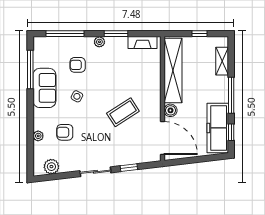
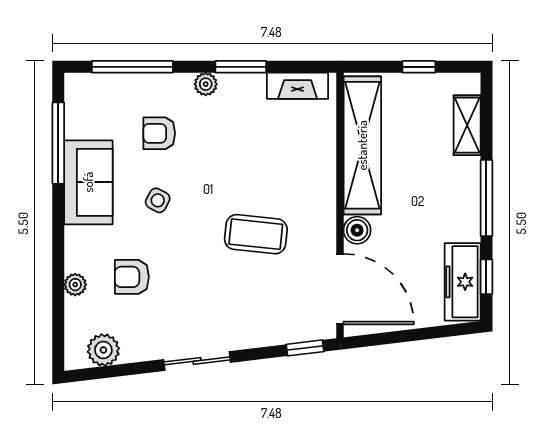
coffee table: (123, 112) -> (256, 234), turned 39
freezer: (218, 128) -> (463, 282), width x0.73, depth x0.79
window: (129, 168) -> (305, 348), moved

